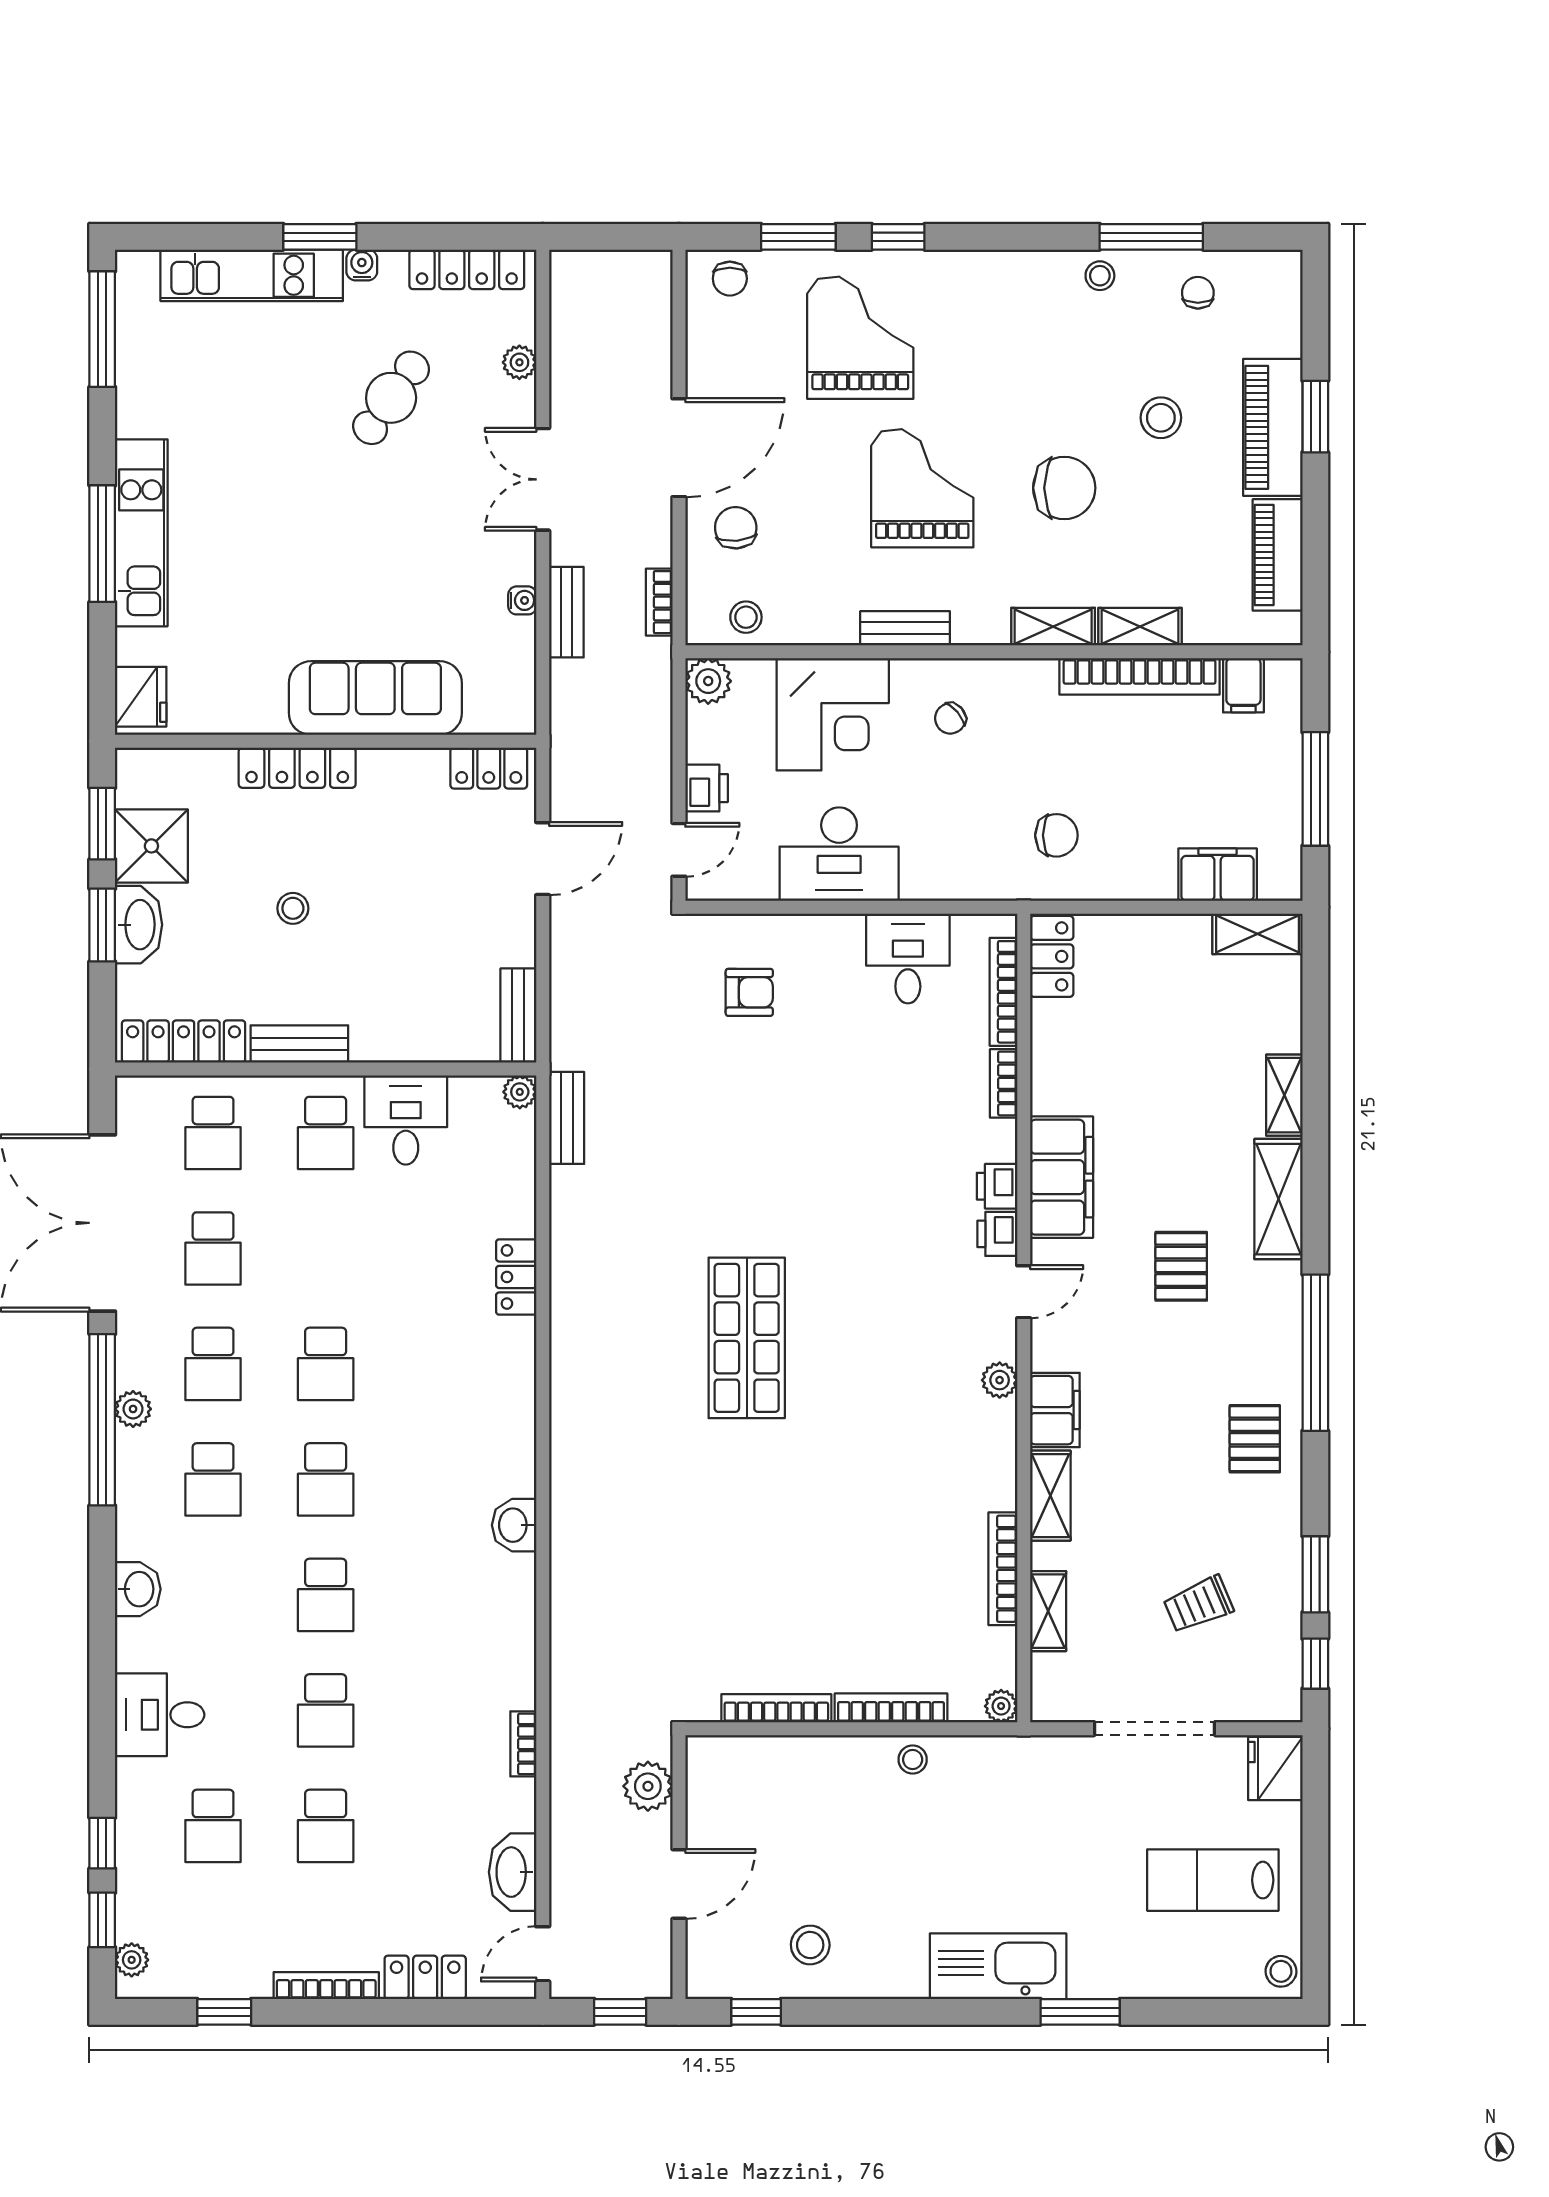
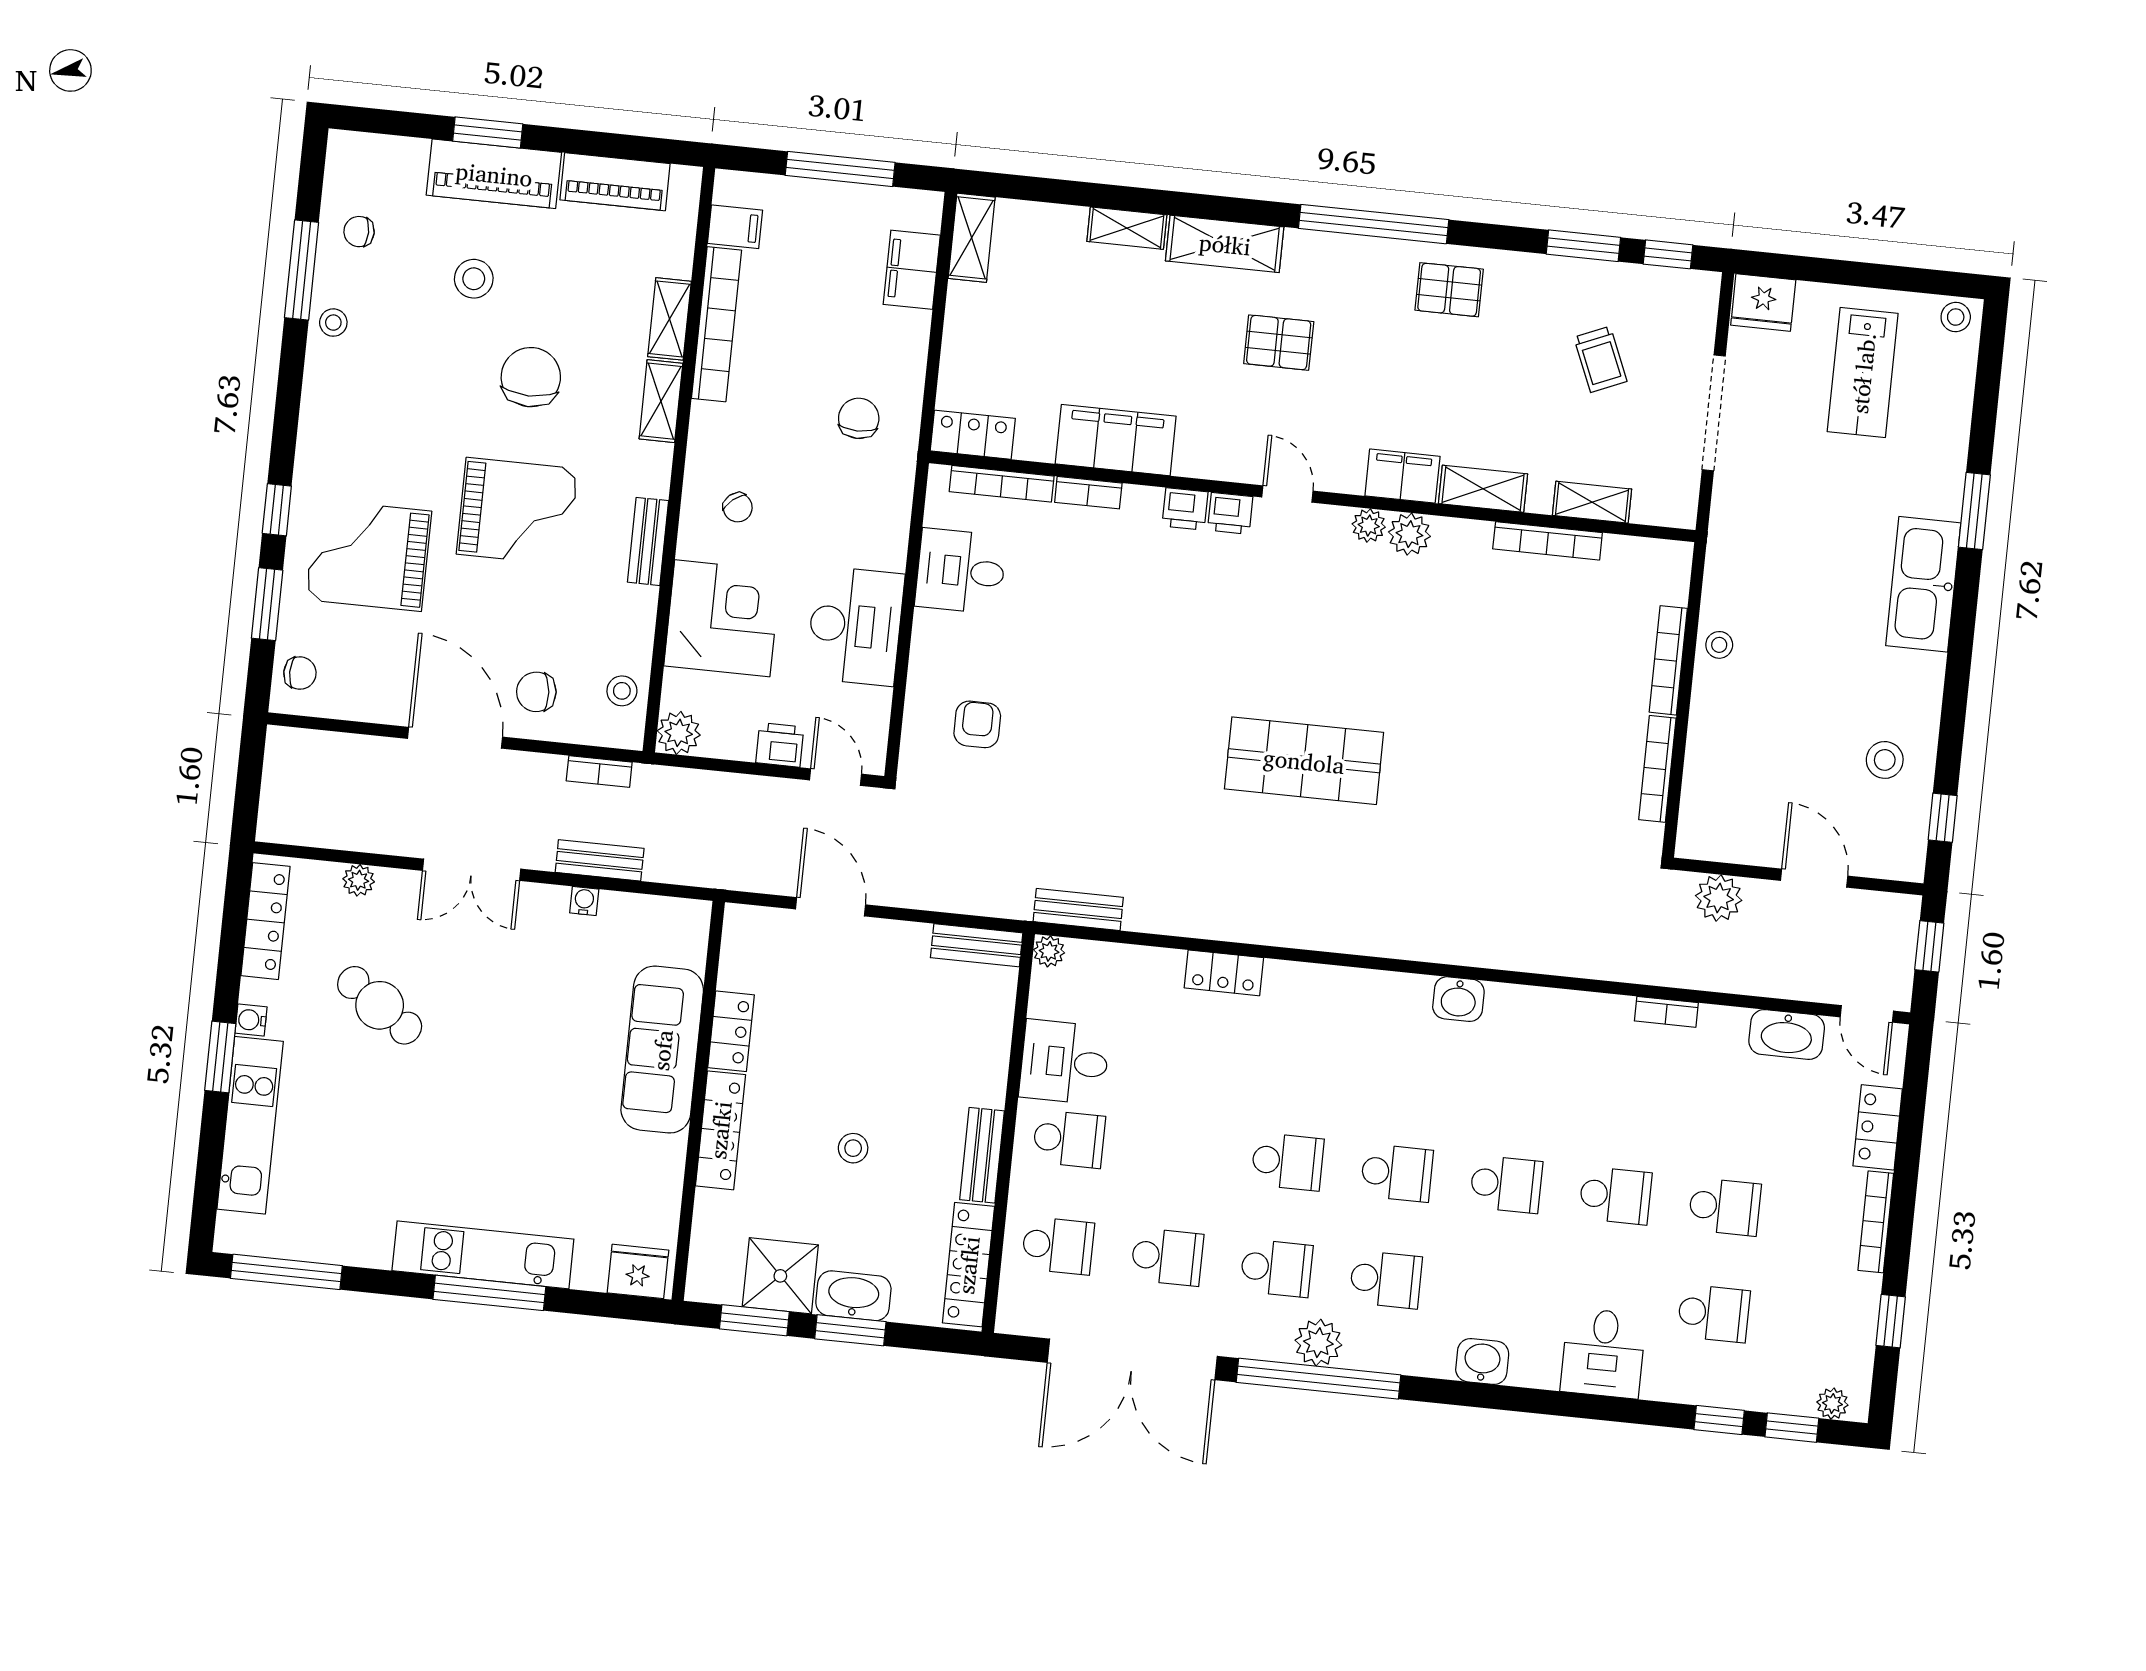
grand piano: (922, 488) -> (517, 511), turned 180
locker: (489, 768) -> (731, 1031), moved
filing cabinet: (1062, 1177) -> (1116, 440), moved
plant: (133, 1409) -> (1318, 1343), width x1.38, depth x1.38
plant: (1001, 1706) -> (1409, 534), moved, width x1.38, depth x1.38

